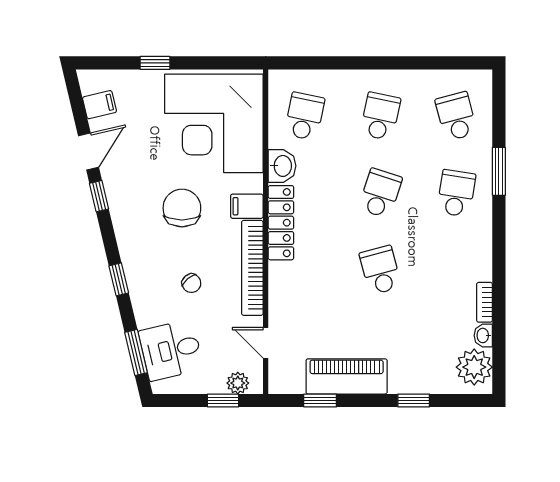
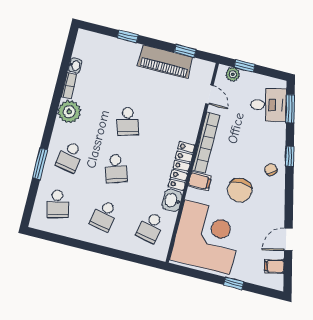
school desk: (380, 193) -> (116, 169), turned -36
window: (99, 196) -> (289, 210), removed
chair: (191, 283) -> (271, 169), moved
plant: (474, 367) -> (69, 112), moved

